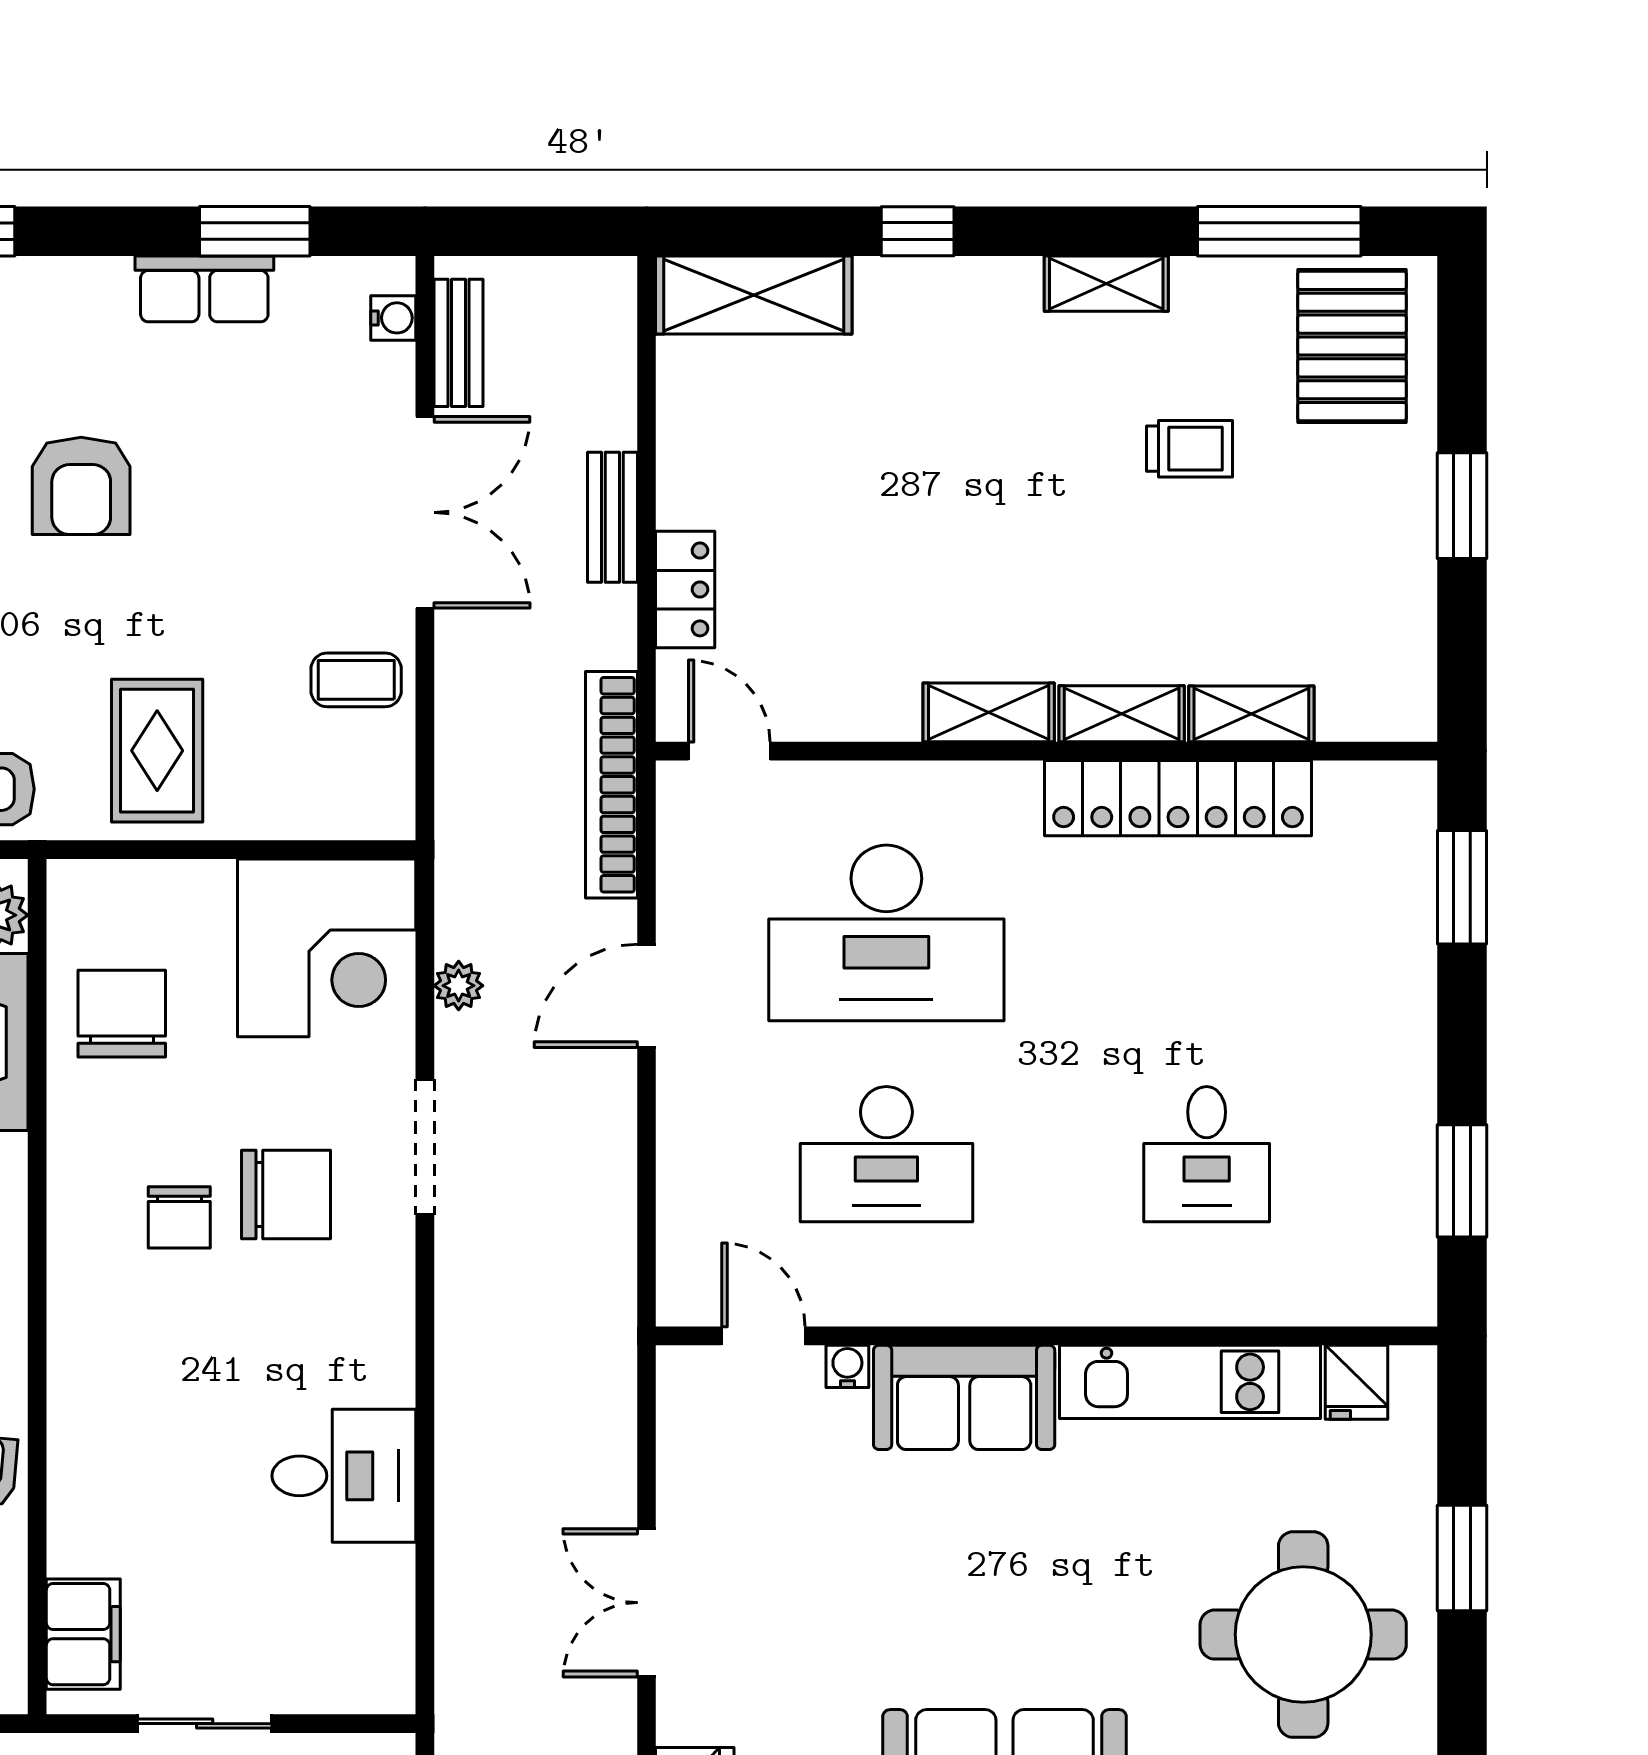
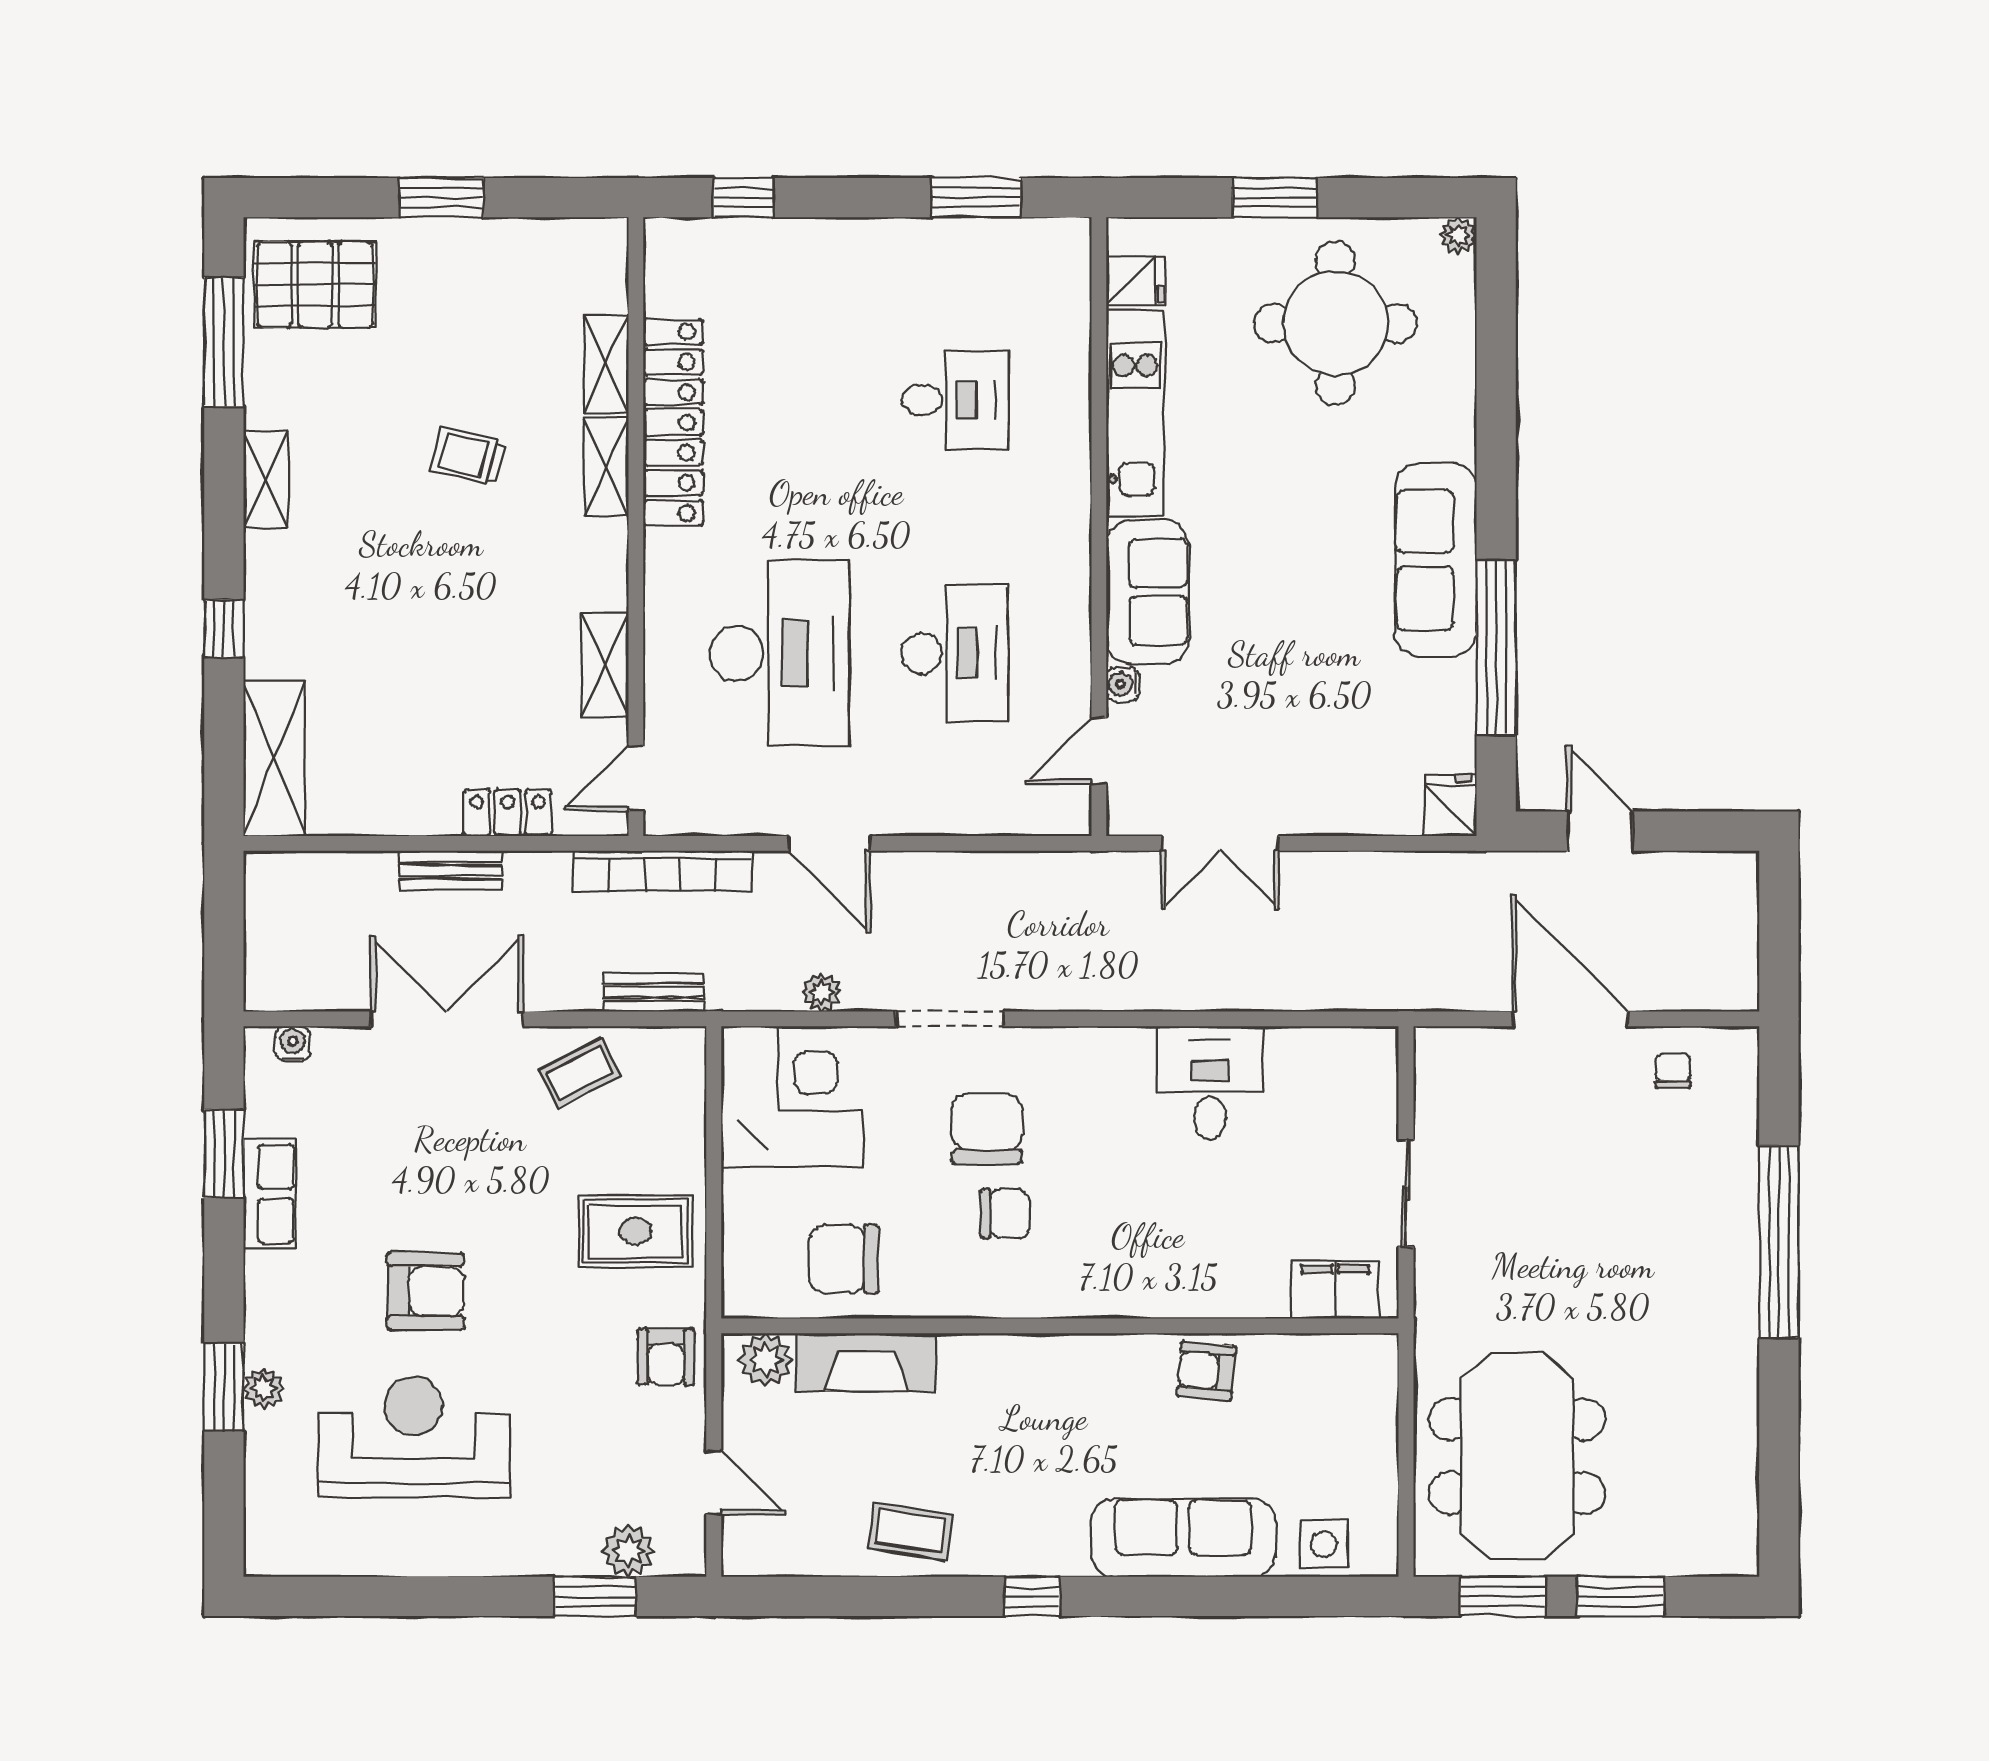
bench: (459, 343) -> (654, 992), moved
trolley: (1190, 449) -> (468, 456), moved, turned -76
coffee table: (356, 680) -> (579, 1073), turned 63
shelving: (989, 712) -> (605, 665), moved
window: (1462, 887) -> (744, 198), width x0.67
double door: (646, 1603) -> (1220, 843), moved

